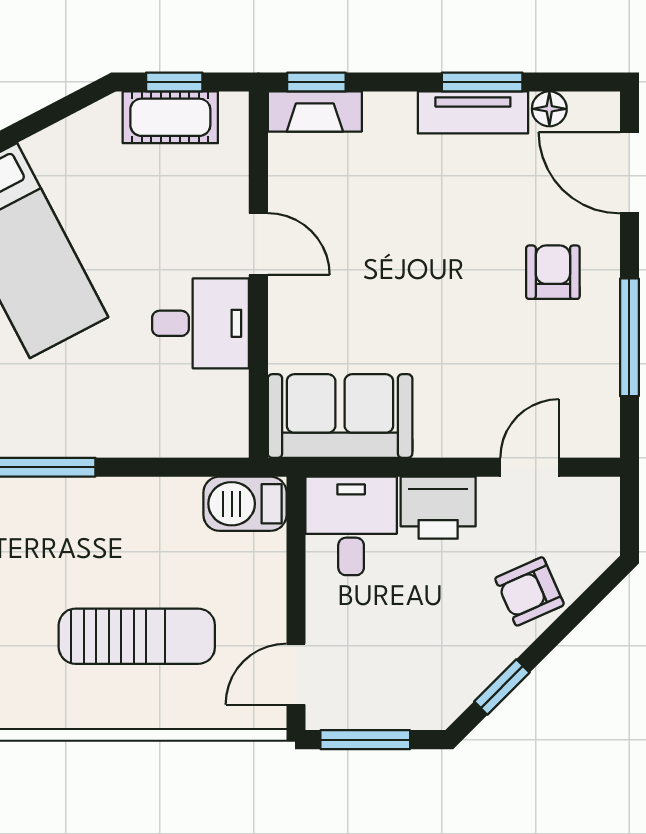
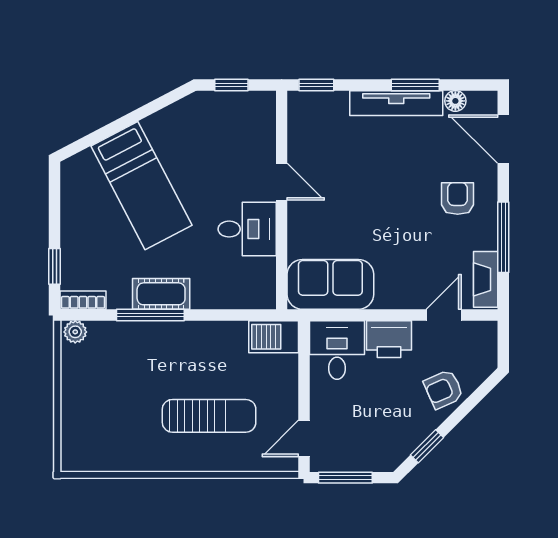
fireplace: (315, 111) -> (486, 279), moved, turned 90
tv unit: (473, 112) -> (396, 103), width x1.41
cot: (170, 117) -> (161, 294), moved

